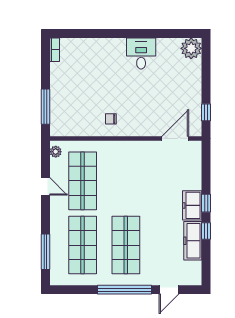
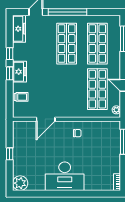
desk: (141, 54) -> (65, 176), width x1.87, depth x1.30
window: (206, 112) -> (10, 154), moved
door: (175, 138) -> (46, 119), moved
trolley: (190, 170) -> (21, 97), added
freezer: (193, 241) -> (19, 29), moved

